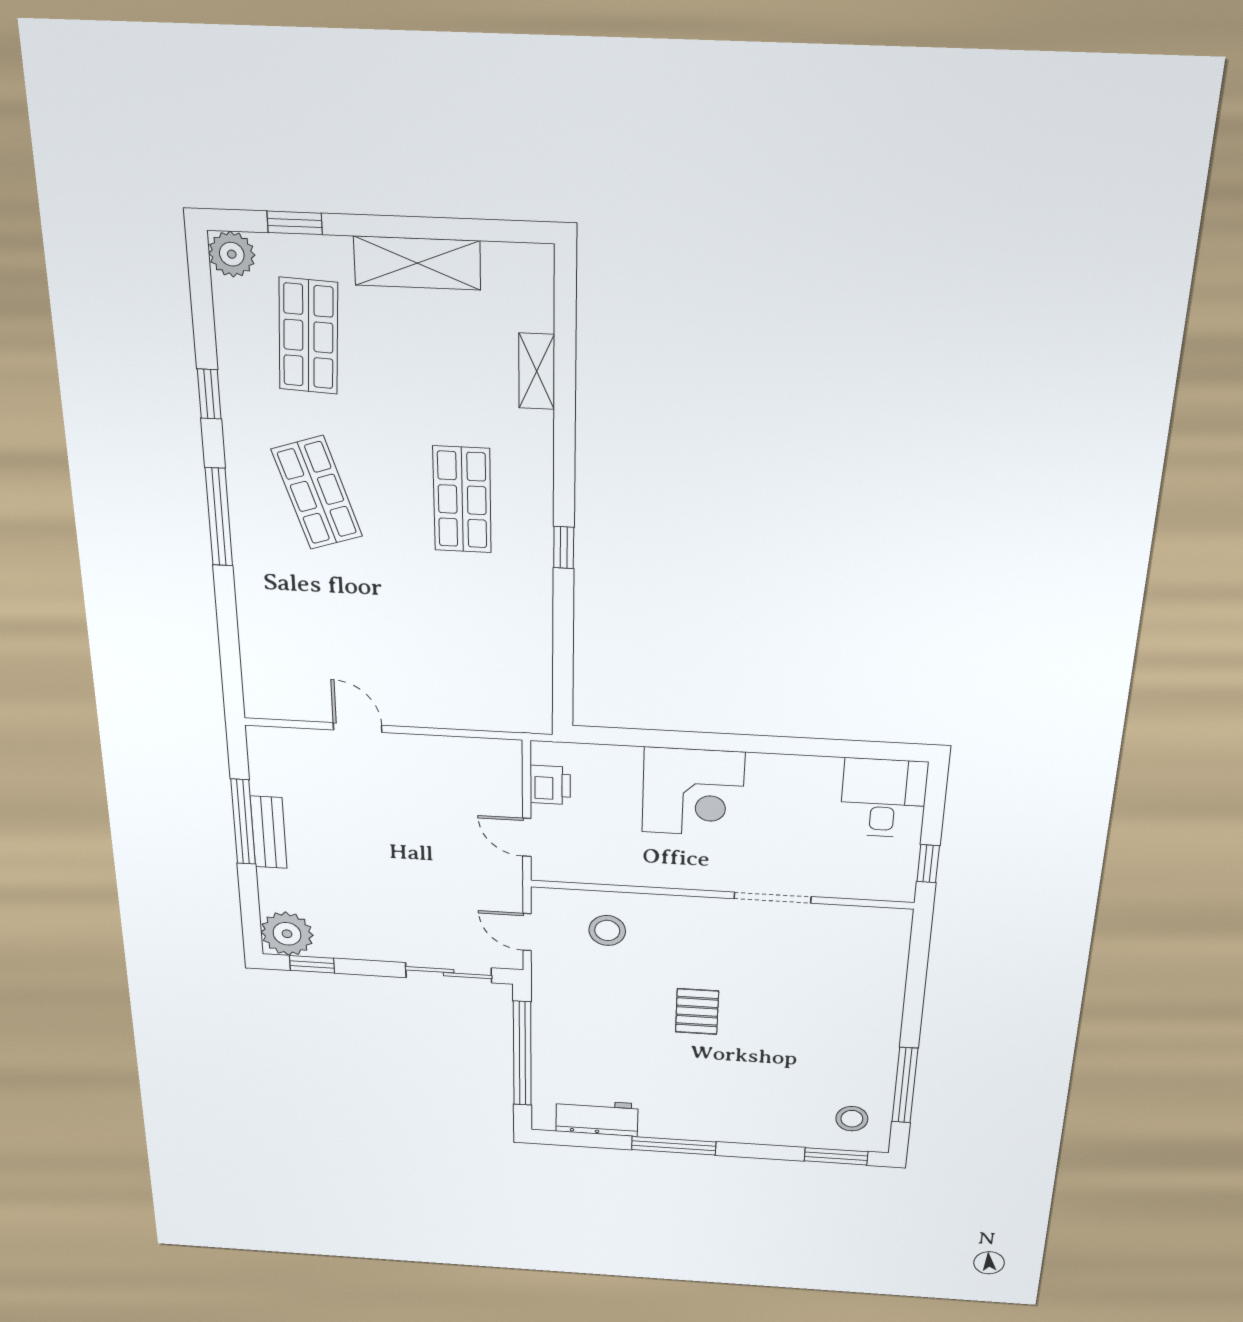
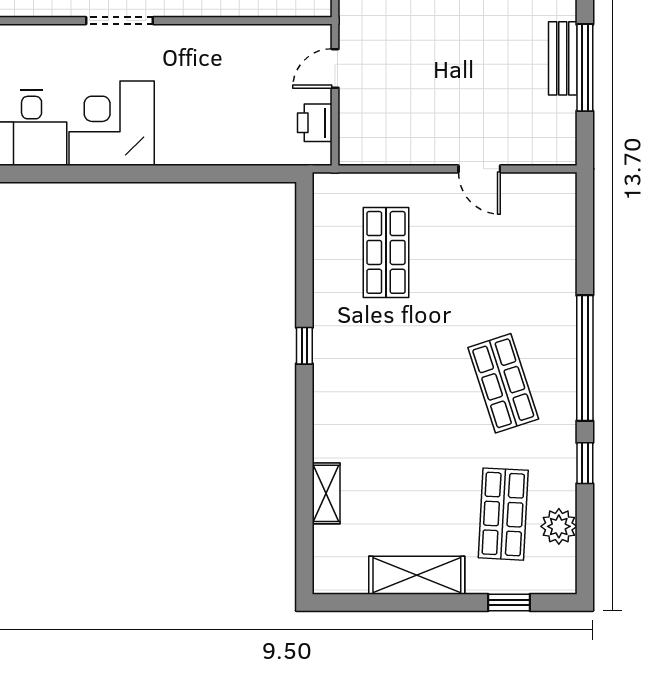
plant: (232, 254) -> (559, 526), moved
shop shelf: (462, 500) -> (386, 252), moved
window: (219, 517) -> (585, 358), width x1.46
corner desk: (693, 792) -> (112, 123), moved
door: (527, 837) -> (335, 68), swing flipped

